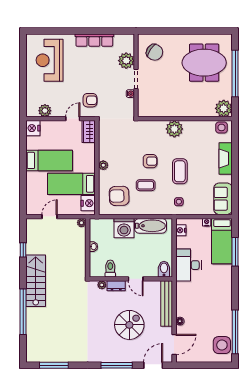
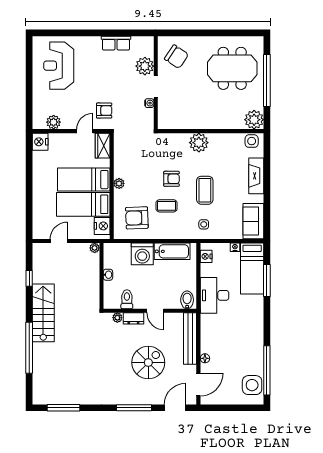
row of seats: (94, 40) -> (116, 43), width x0.68
bed: (49, 160) -> (84, 180), moved, turned 180

